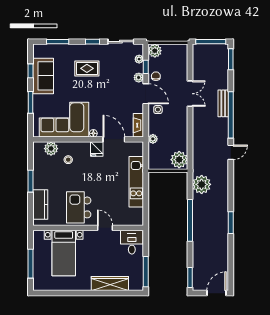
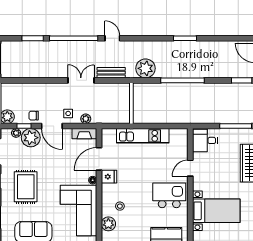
window: (231, 59) -> (33, 38), moved
rug: (87, 68) -> (26, 187), width x1.36, depth x1.43
plant: (139, 78) -> (31, 138), width x1.88, depth x1.88
door: (146, 94) -> (52, 126), swing flipped
double door: (190, 94) -> (81, 80), moved
bench: (223, 103) -> (111, 73), moved
plant: (153, 139) -> (86, 119), moved
plant: (179, 160) -> (120, 92), removed
kitchen island: (79, 207) -> (169, 195), turned 180

